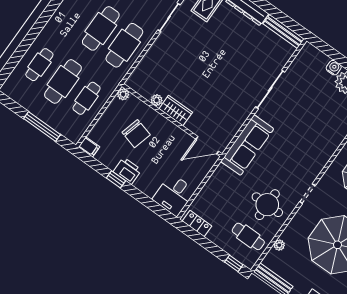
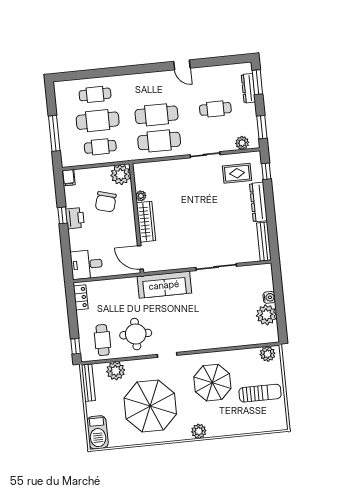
plant: (123, 94) -> (121, 175), width x1.88, depth x1.88
wardrobe: (176, 110) -> (146, 222), width x1.50
plant: (279, 245) -> (116, 371), width x1.87, depth x1.87

